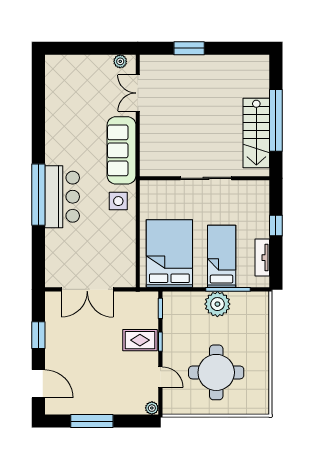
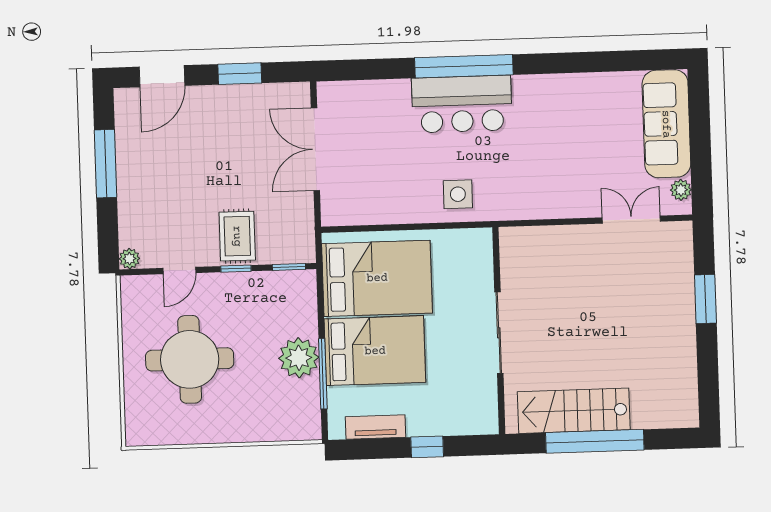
sofa: (122, 150) -> (666, 124), moved, turned -90
bed: (222, 256) -> (375, 351), width x1.50

